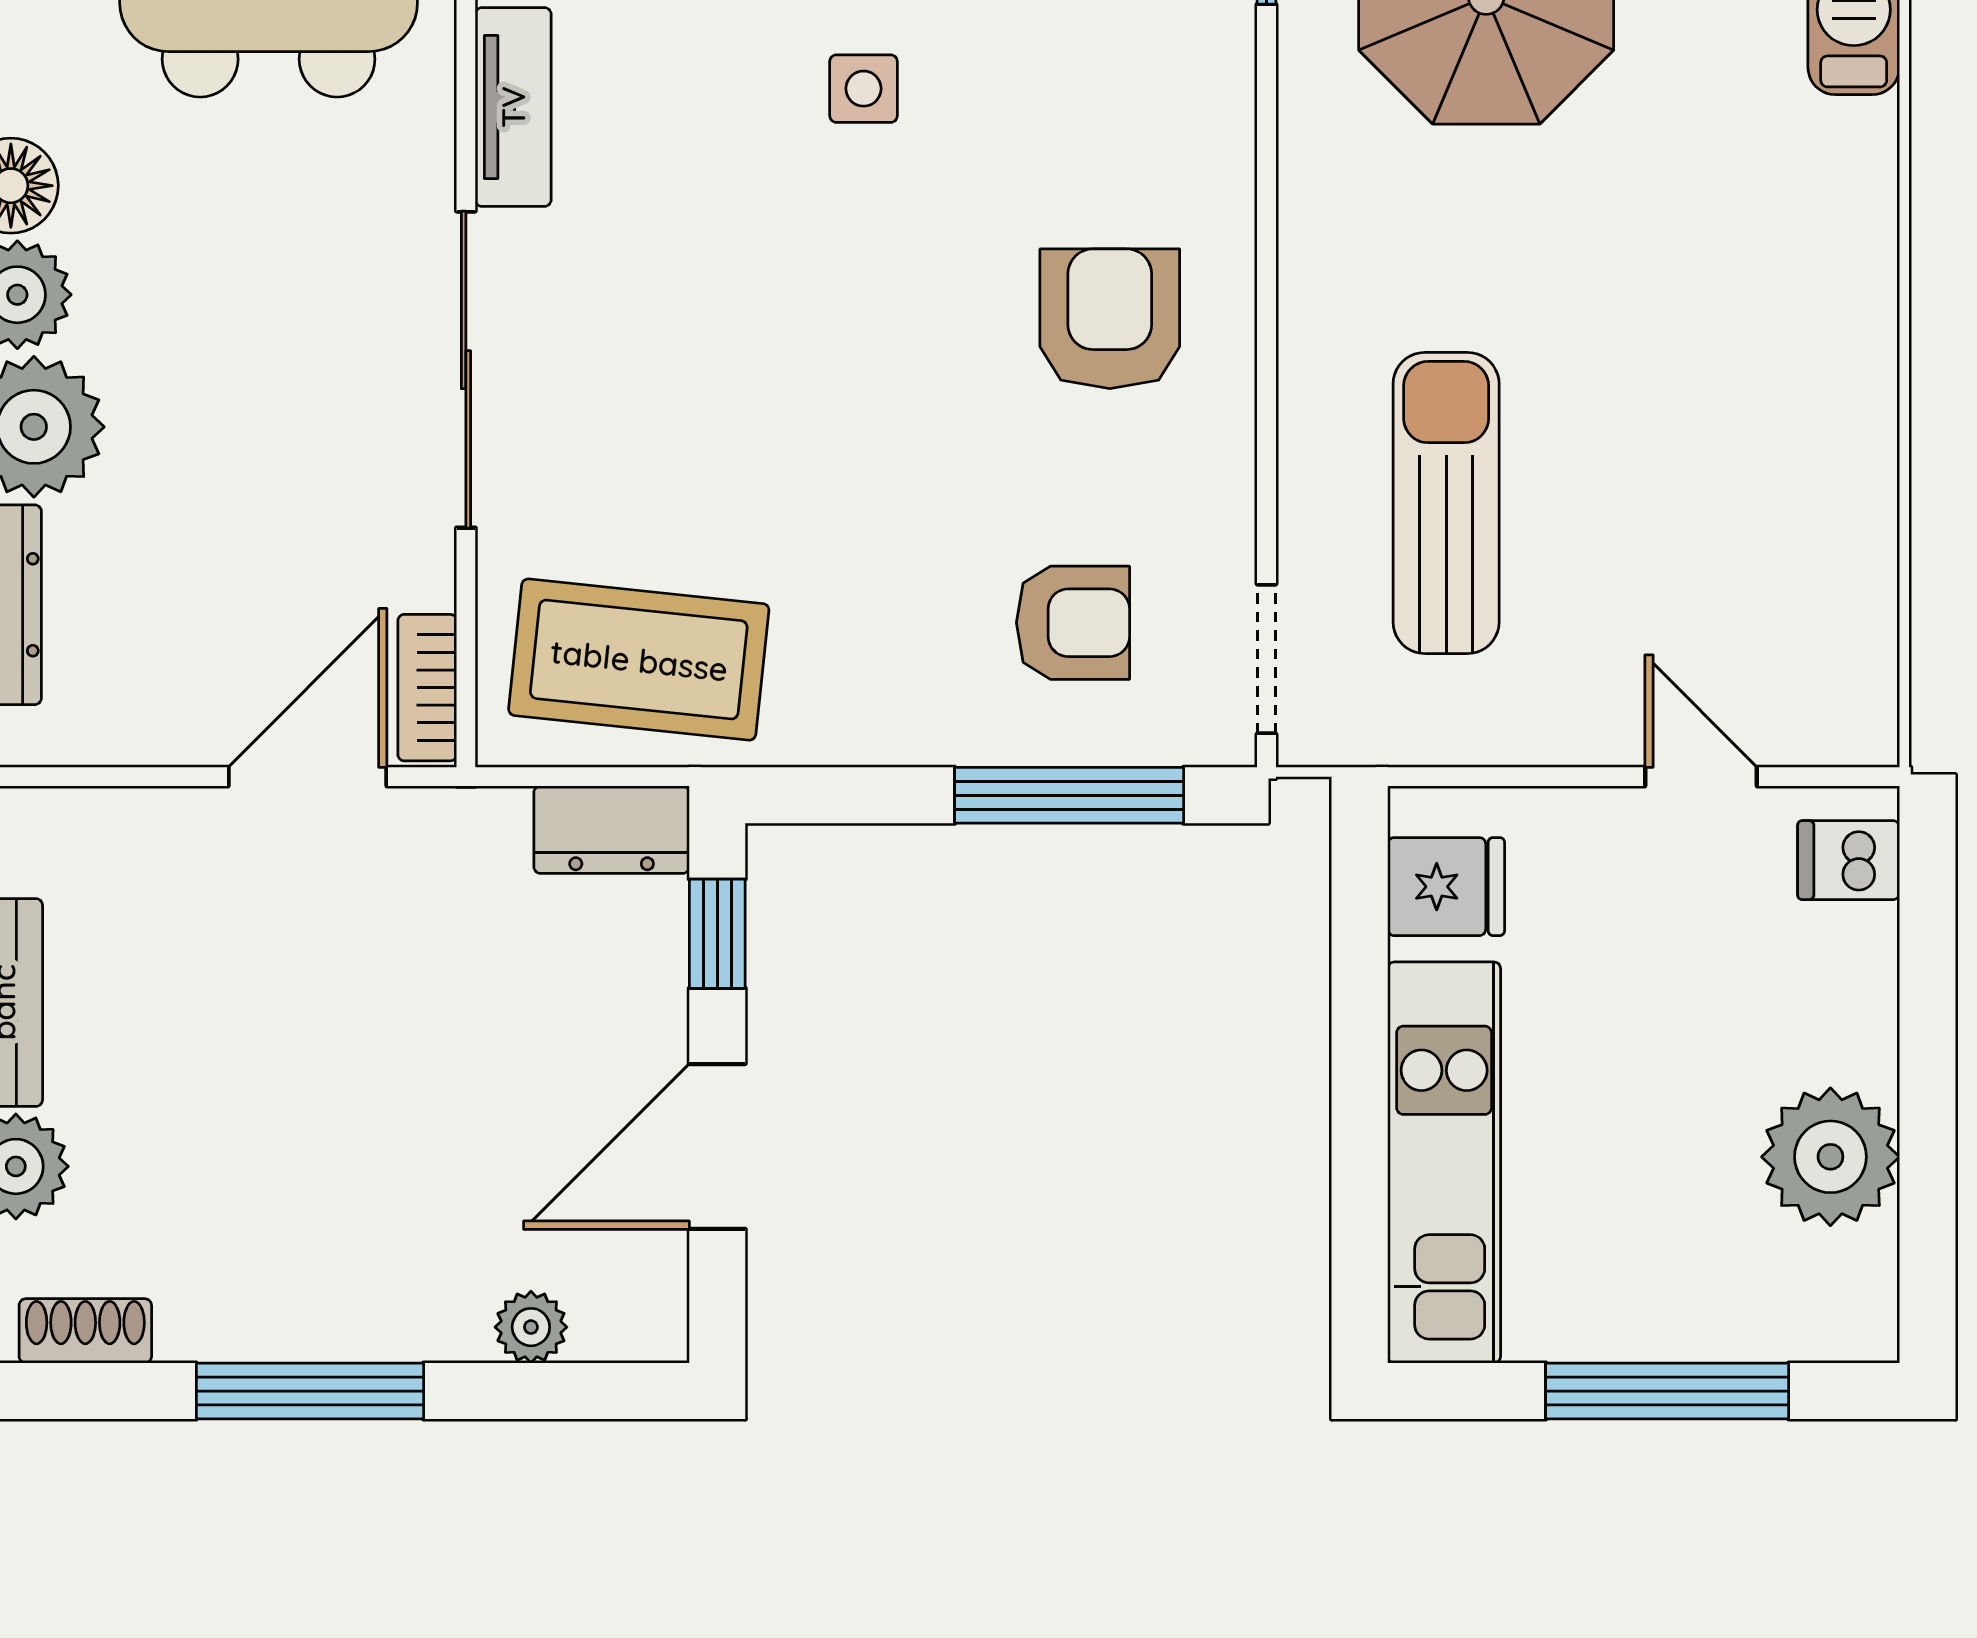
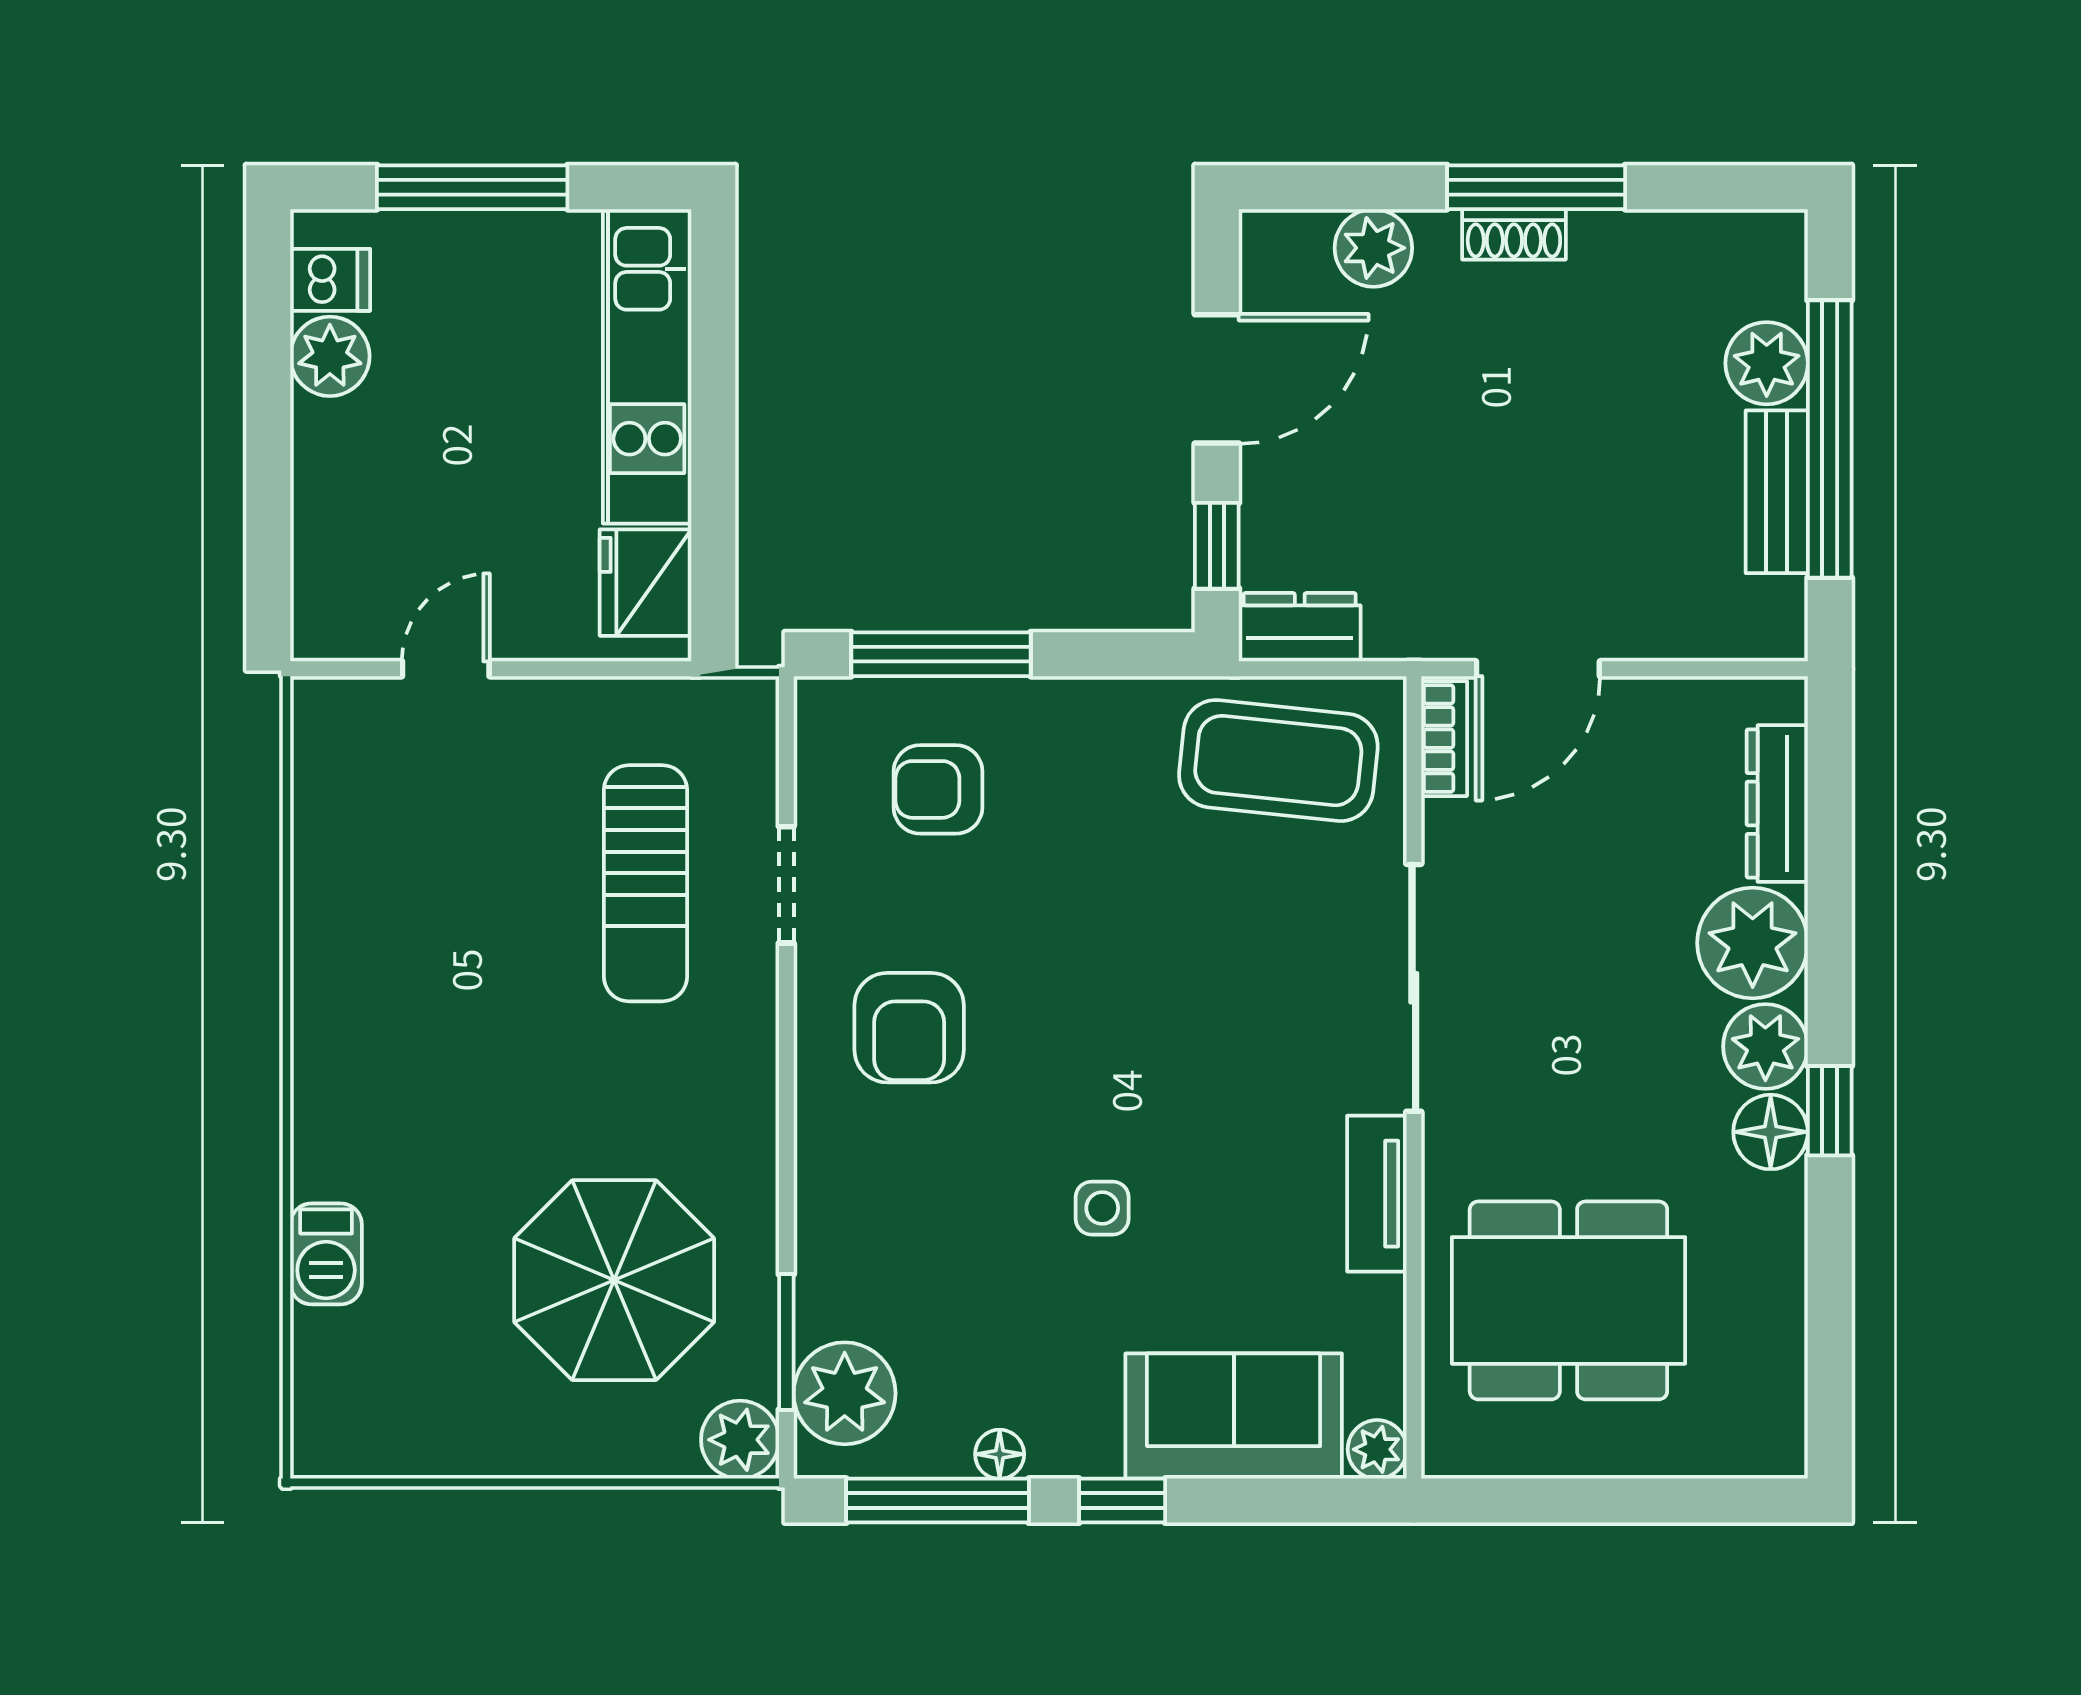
doorway: (1267, 659) -> (786, 885), moved
door: (1701, 777) -> (446, 669), swing flipped
dishwasher: (1849, 860) -> (330, 280), moved
fridge: (1446, 887) -> (646, 583), width x1.38
plant: (1830, 1157) -> (330, 356), width x0.73, depth x0.73
plant: (531, 1327) -> (1373, 248), width x1.38, depth x1.38
shoe rack: (85, 1331) -> (1514, 234), moved

